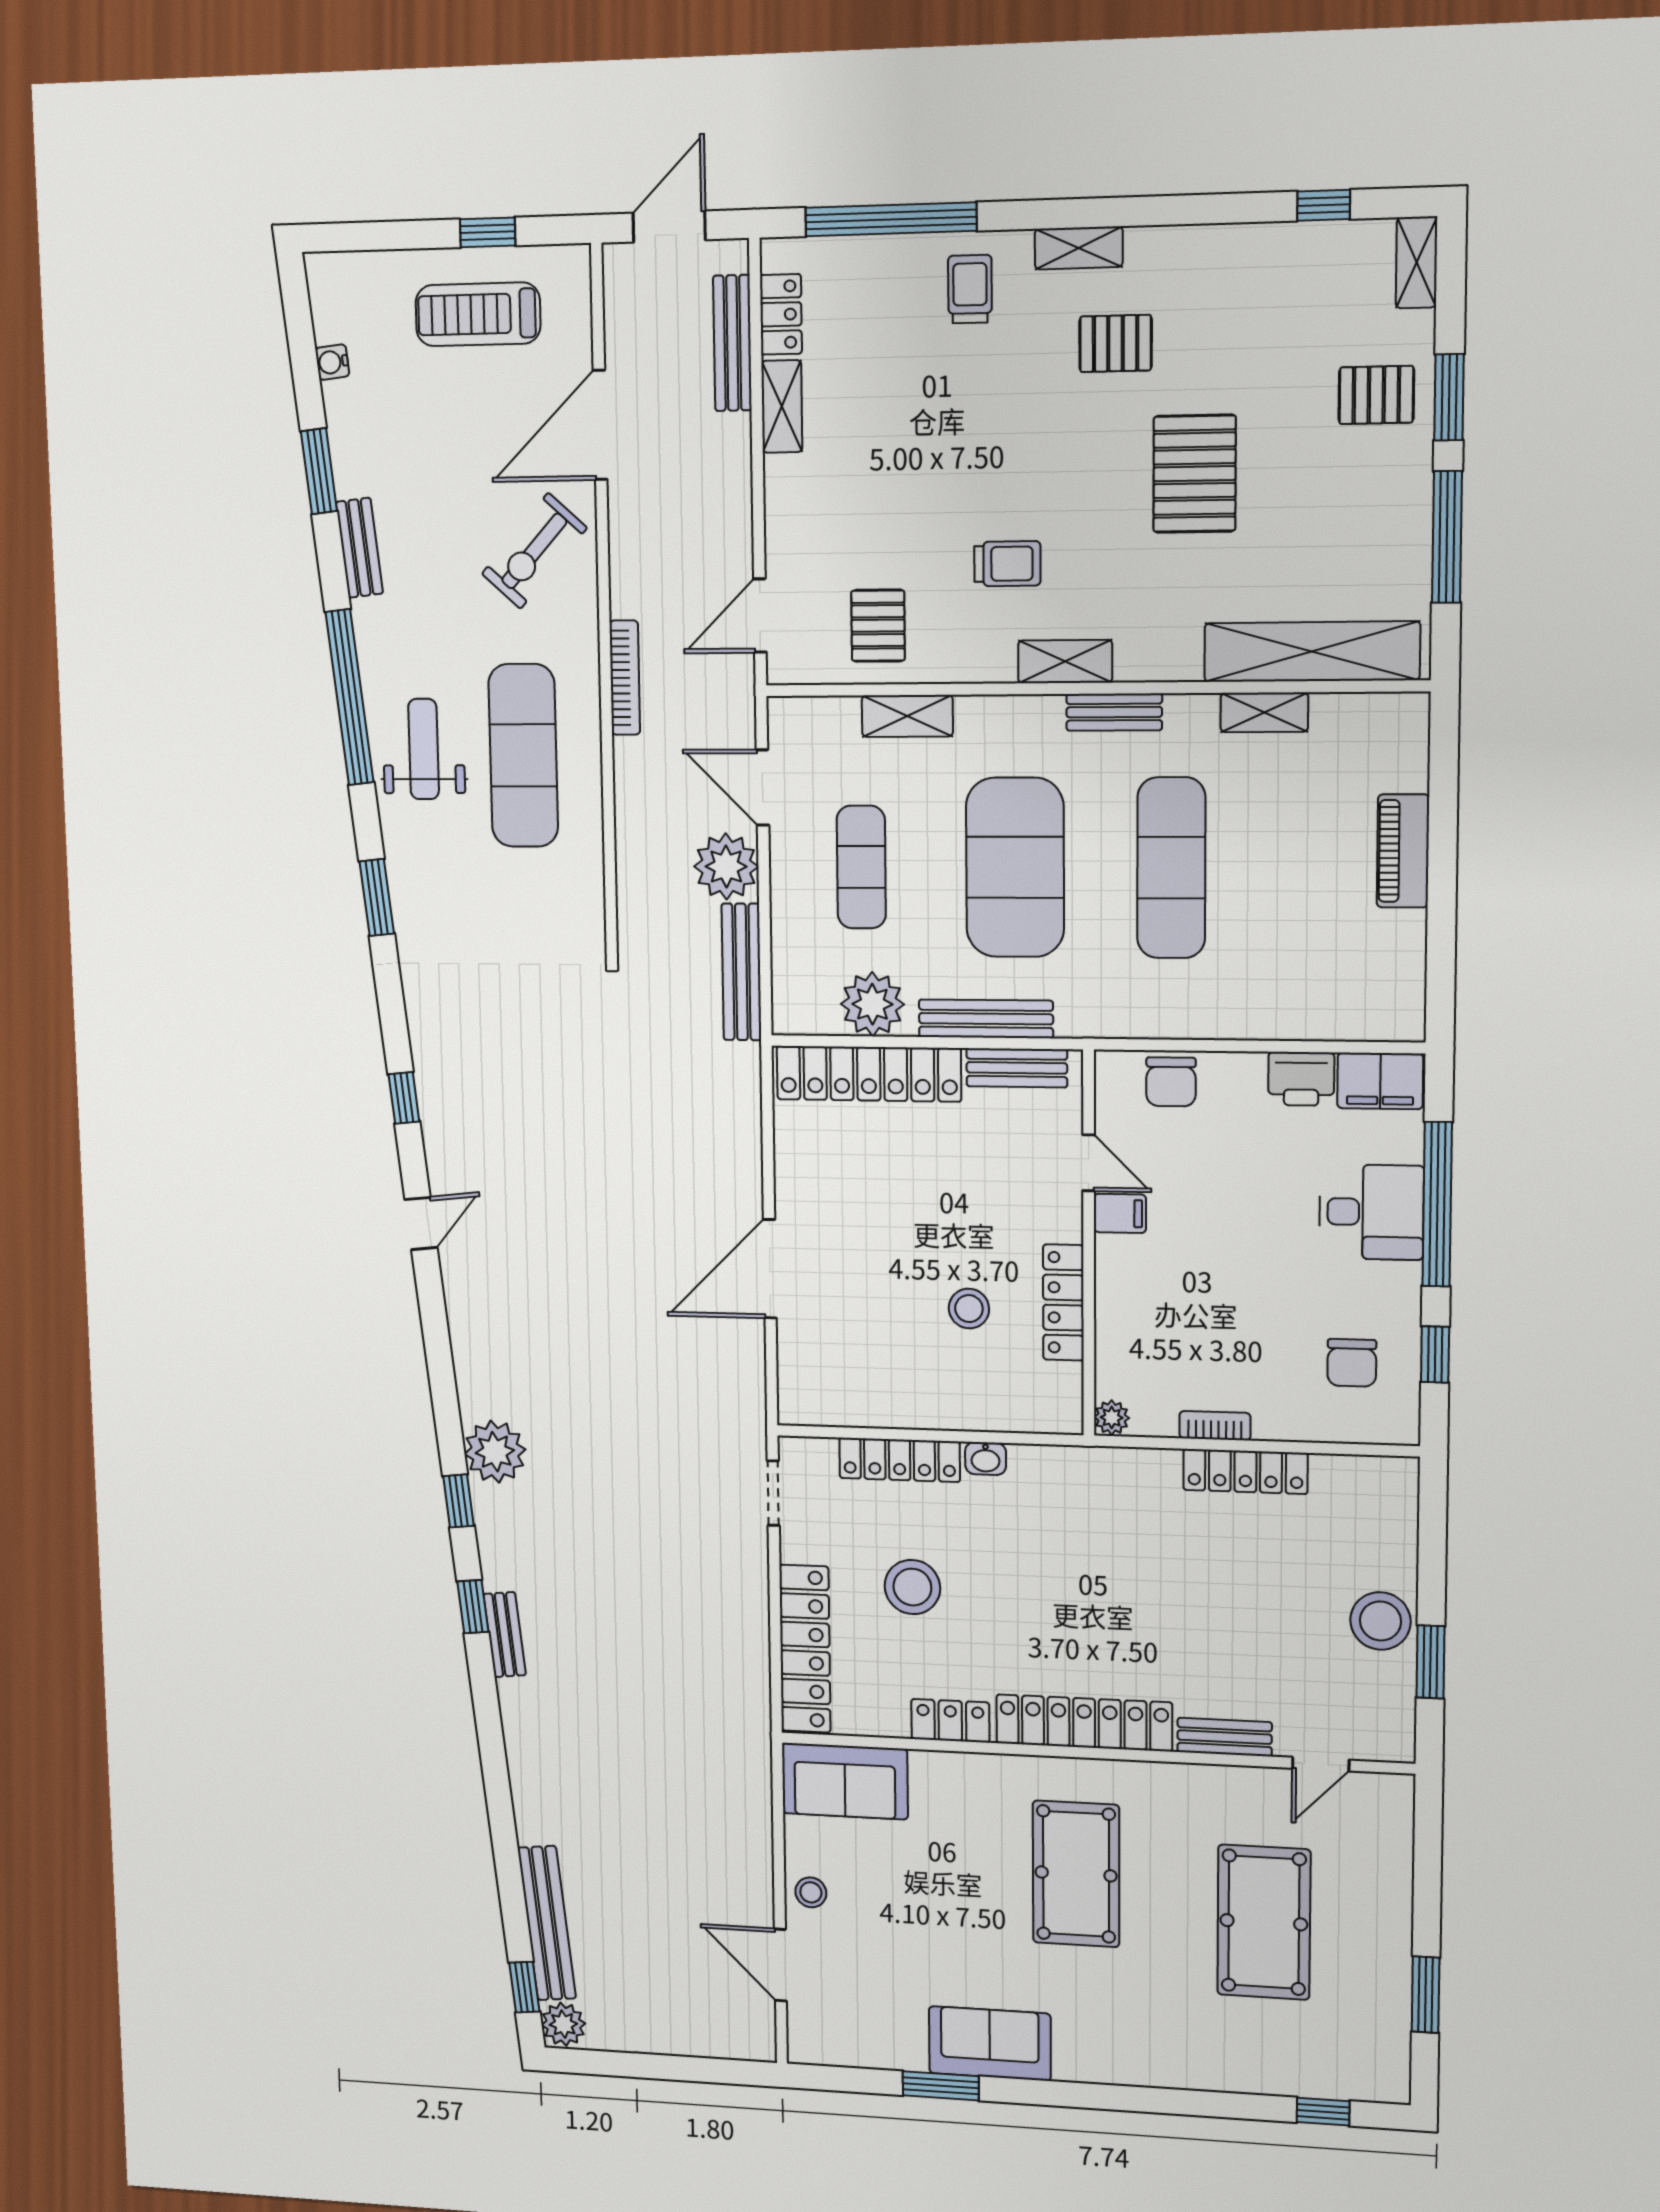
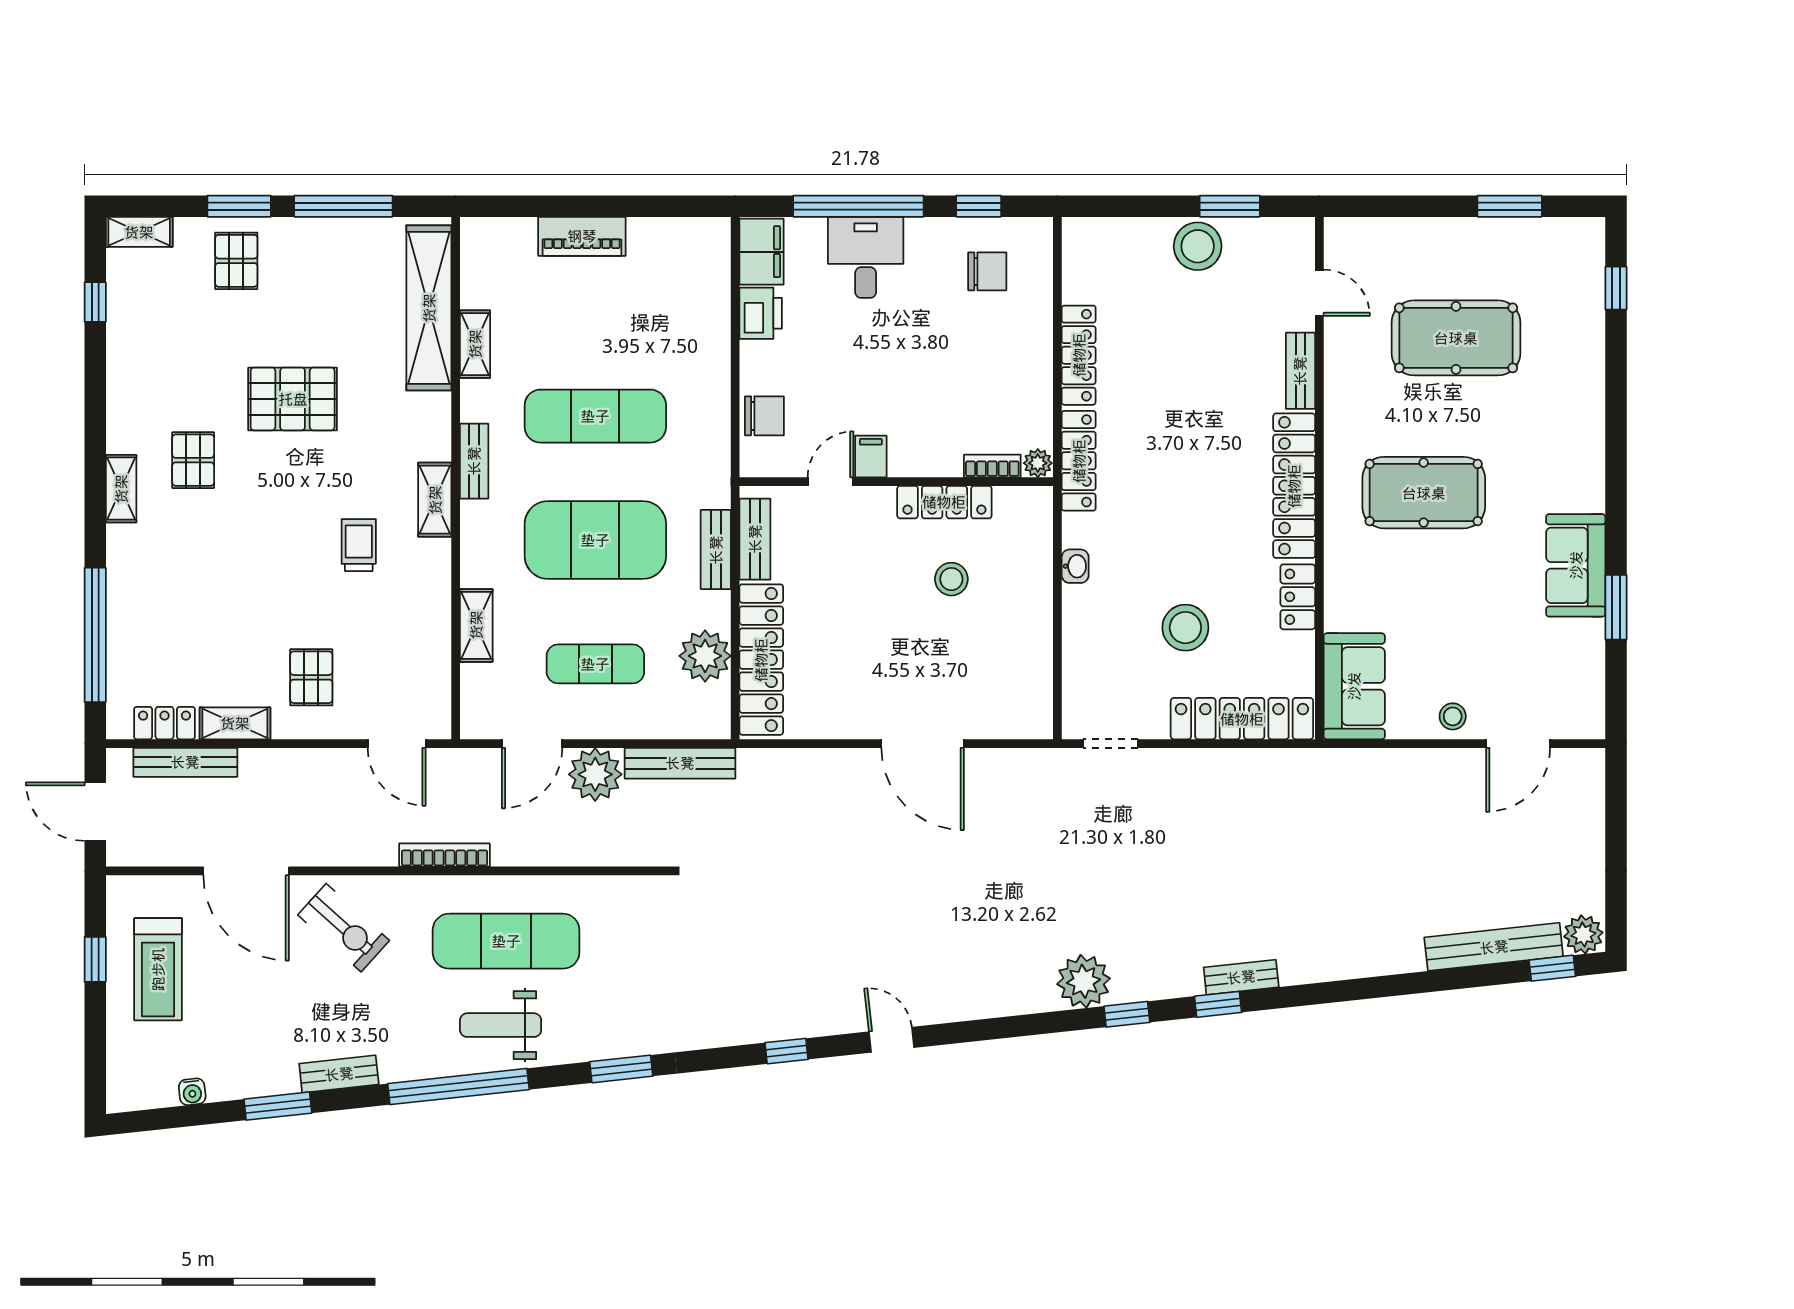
trolley: (970, 289) -> (149, 573), removed
pallet: (878, 626) -> (311, 677), moved, turned 90
bench: (986, 1019) -> (716, 550), width x0.73
bookcase: (1215, 1426) -> (992, 466), moved, turned 90
locker: (900, 1460) -> (1079, 461), moved

